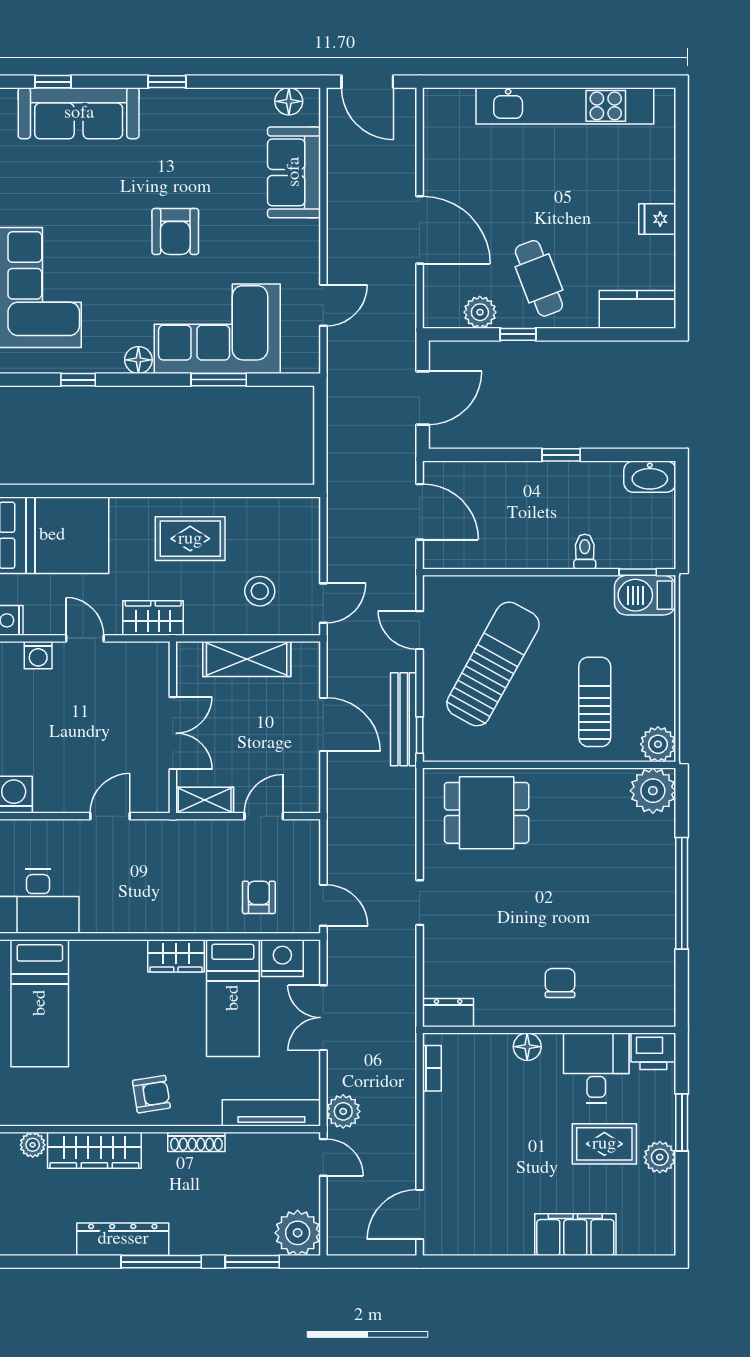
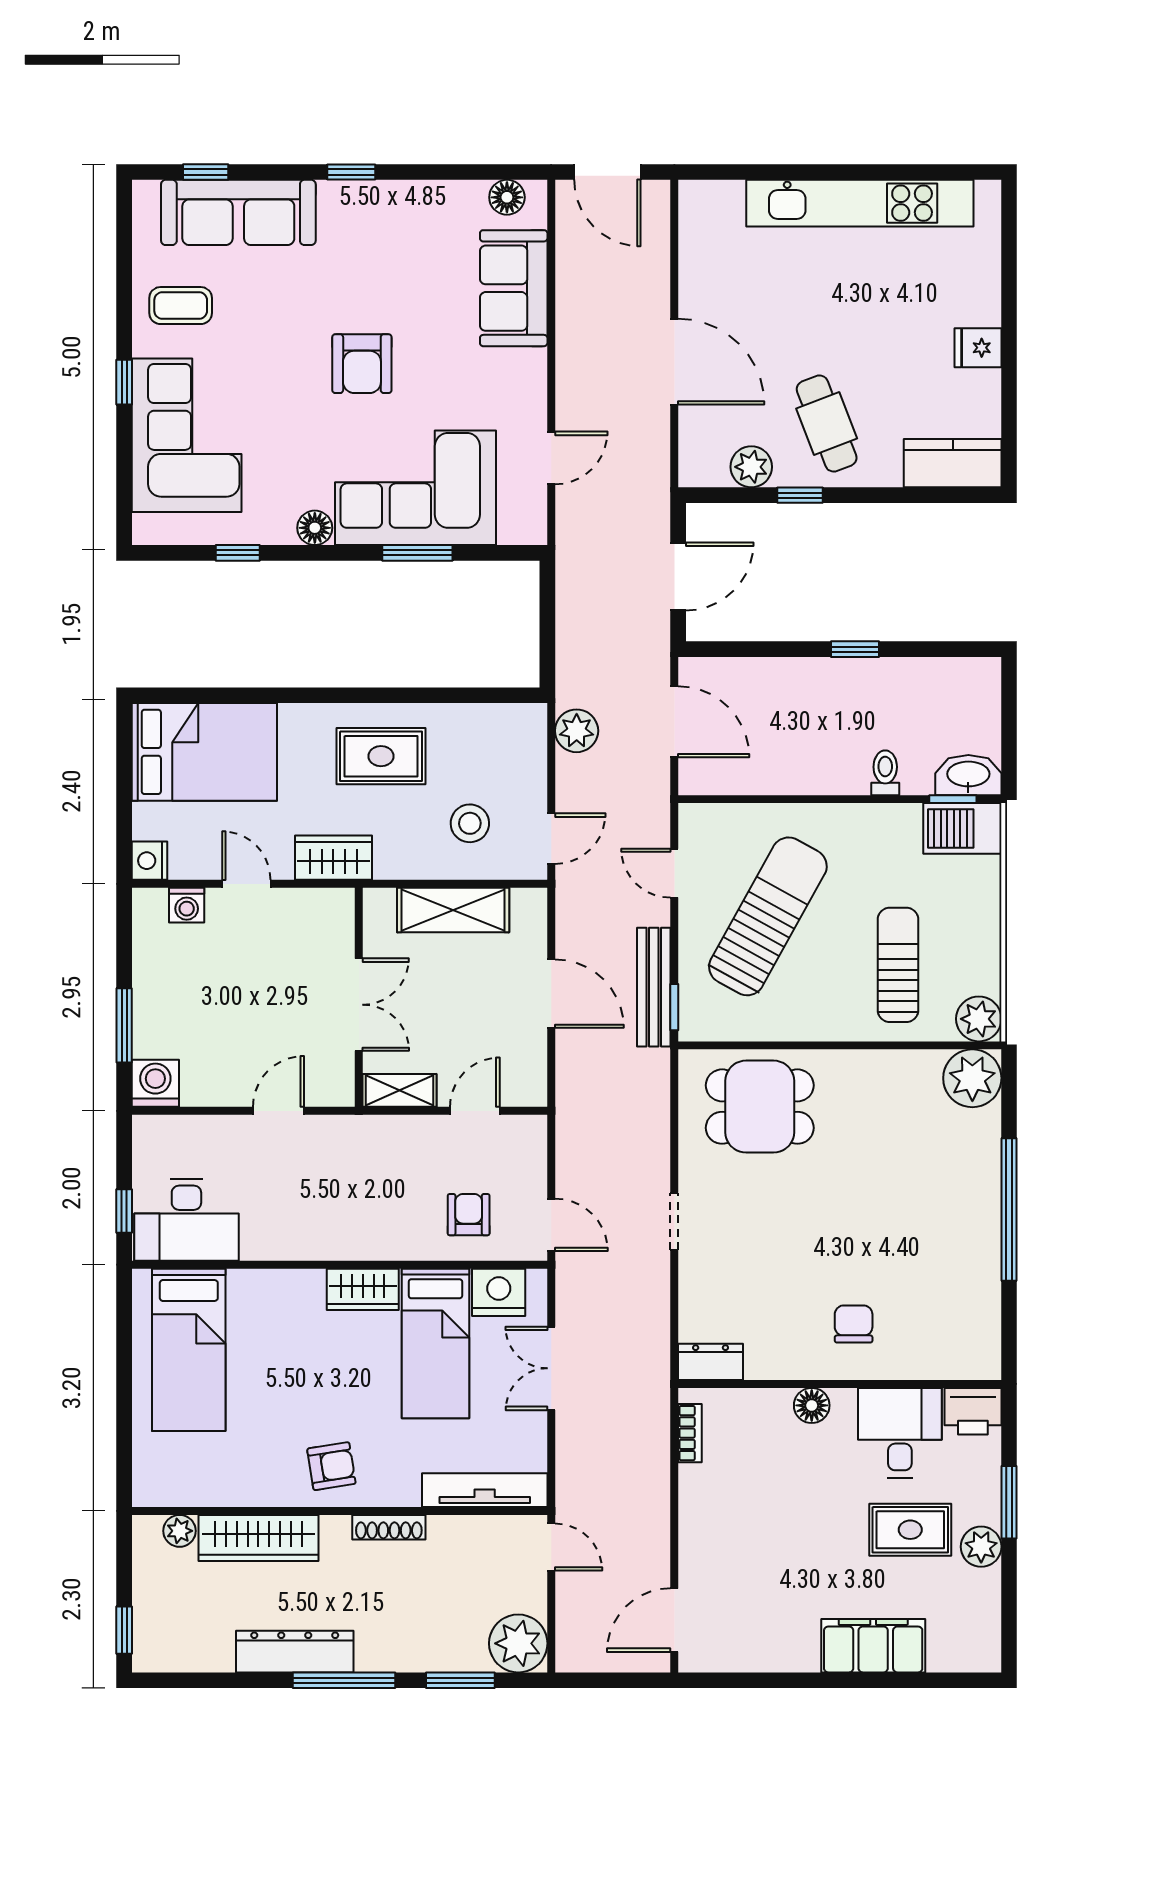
coffee table: (33, 186) -> (181, 306), added
washbasin: (650, 477) -> (968, 775), moved, turned 180
plant: (343, 1111) -> (577, 731), moved

